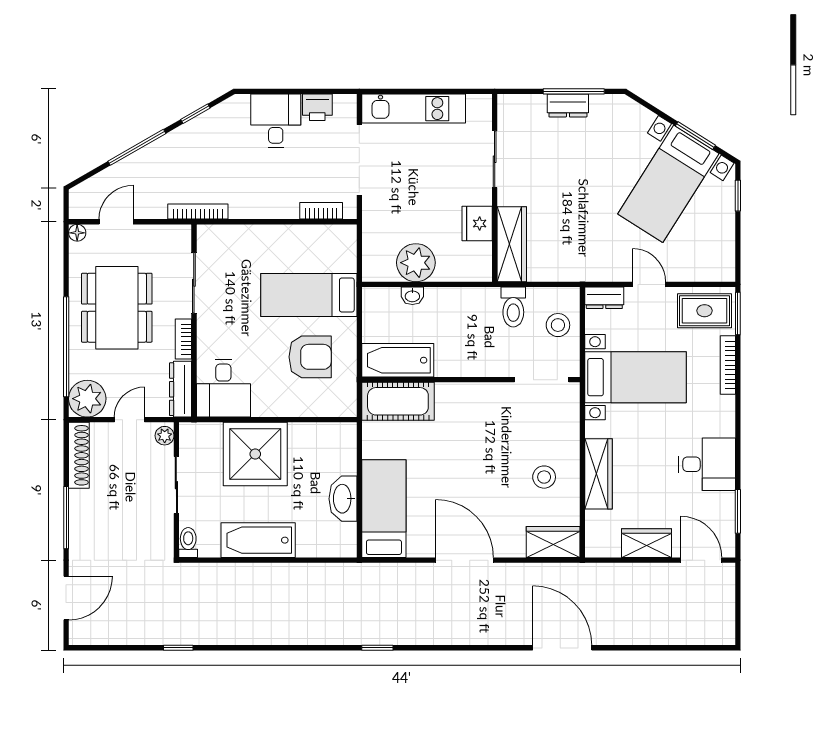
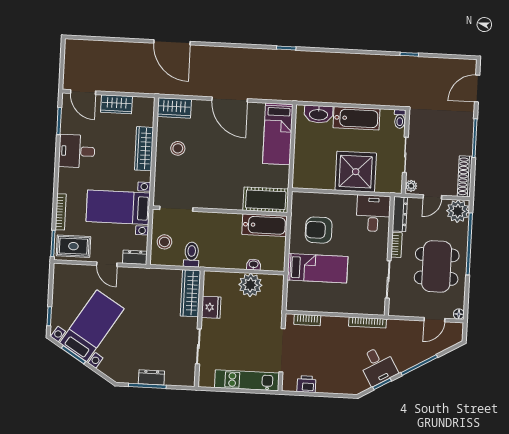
desk: (276, 121) -> (378, 366), moved, turned -30
bookcase: (198, 212) -> (367, 323), moved
washbasin: (343, 499) -> (319, 114), moved, turned 90

